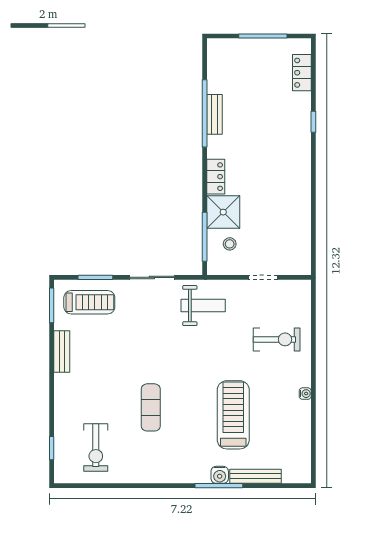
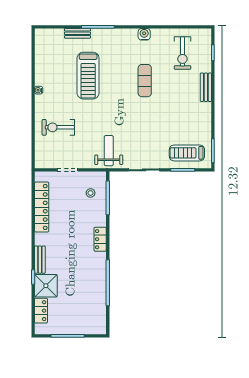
bench: (214, 114) -> (40, 260), moved
shower: (223, 212) -> (46, 286), moved
locker: (301, 223) -> (42, 207), added
weight bench: (203, 306) -> (109, 151), turned 90
bench: (62, 351) -> (206, 87), moved
exercise bike: (96, 448) -> (182, 53), turned 180
water cooler: (220, 475) -> (144, 34), moved
bench: (255, 476) -> (77, 33), width x0.73

